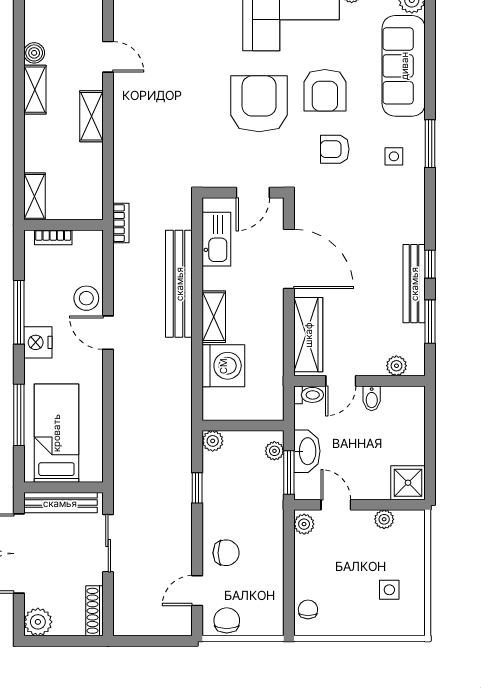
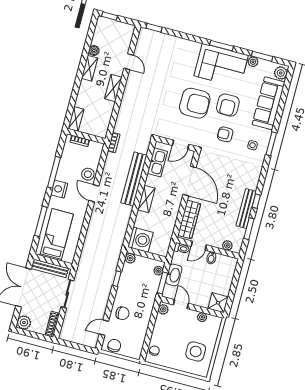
armchair: (259, 104) -> (195, 103), turned 90
washing machine: (223, 366) -> (140, 240), moved
side table: (389, 590) -> (196, 351), width x1.87, depth x1.87

